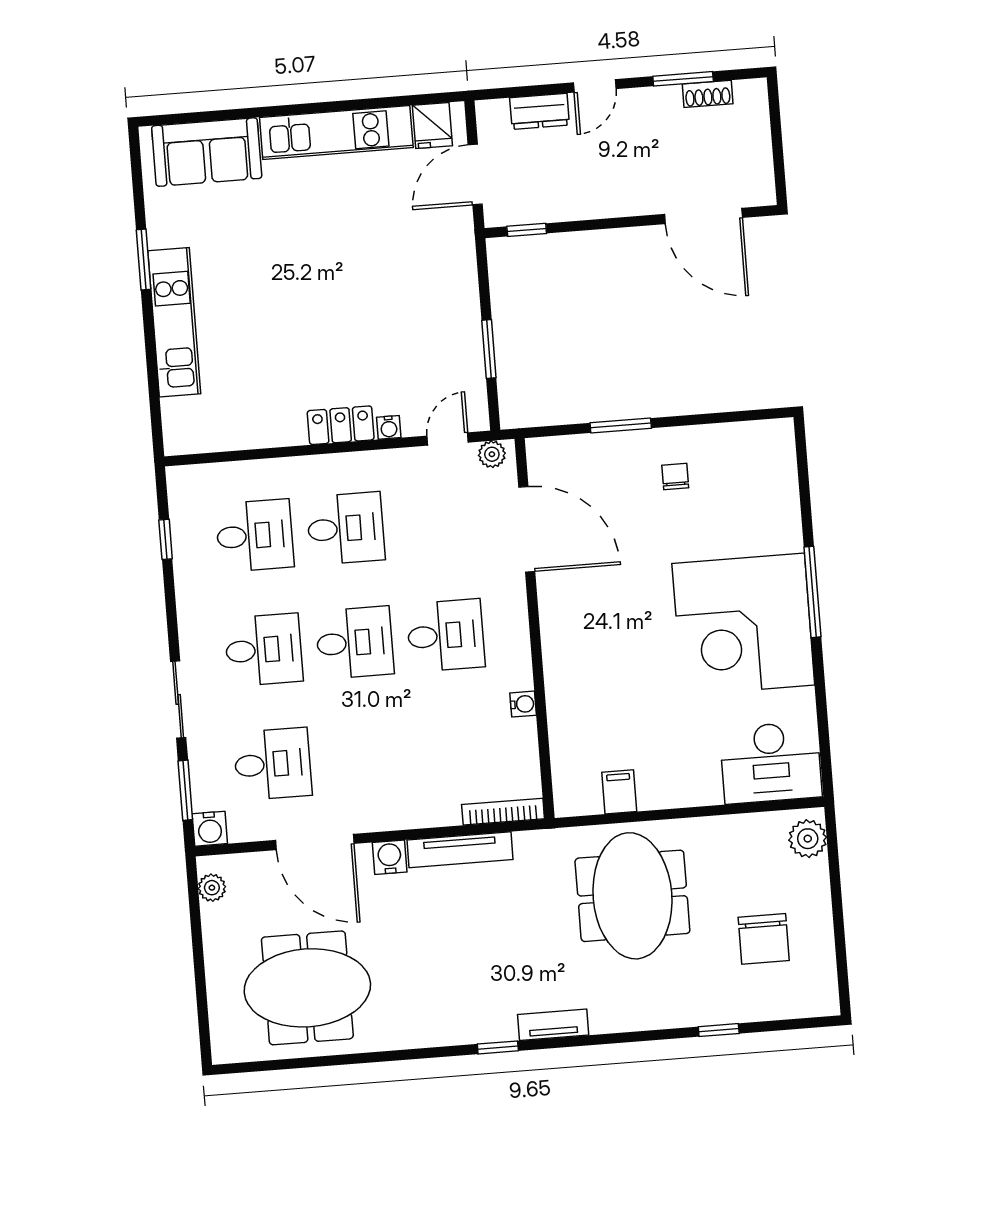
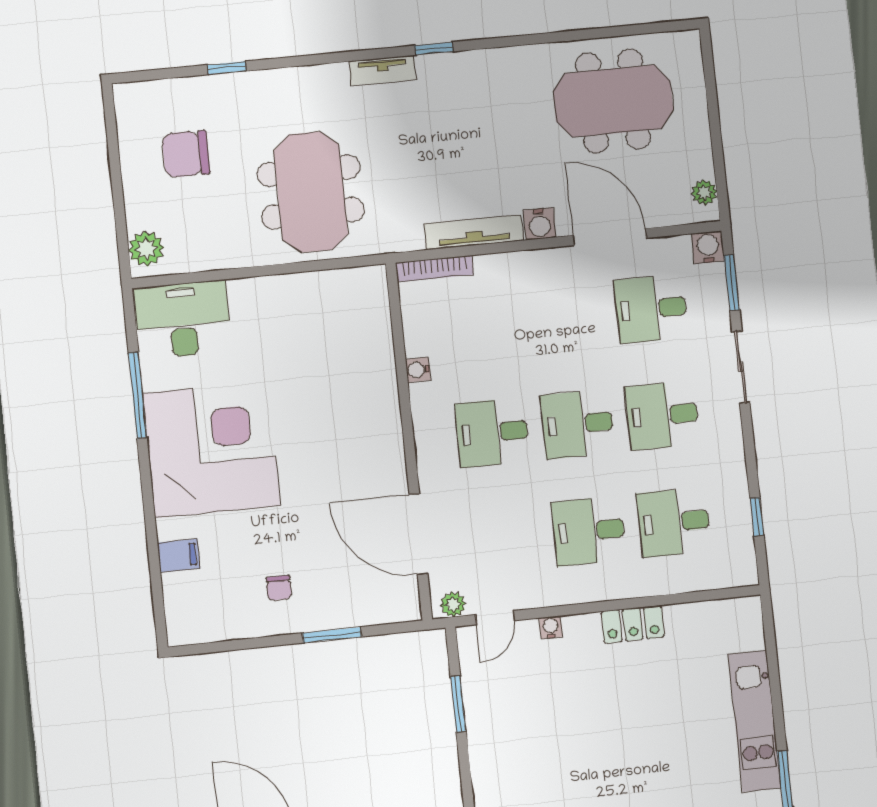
locker: (341, 425) -> (633, 624), moved
window: (812, 592) -> (138, 395), moved
filing cabinet: (619, 792) -> (179, 555), moved, turned -90
chair: (764, 939) -> (186, 154), turned -90

